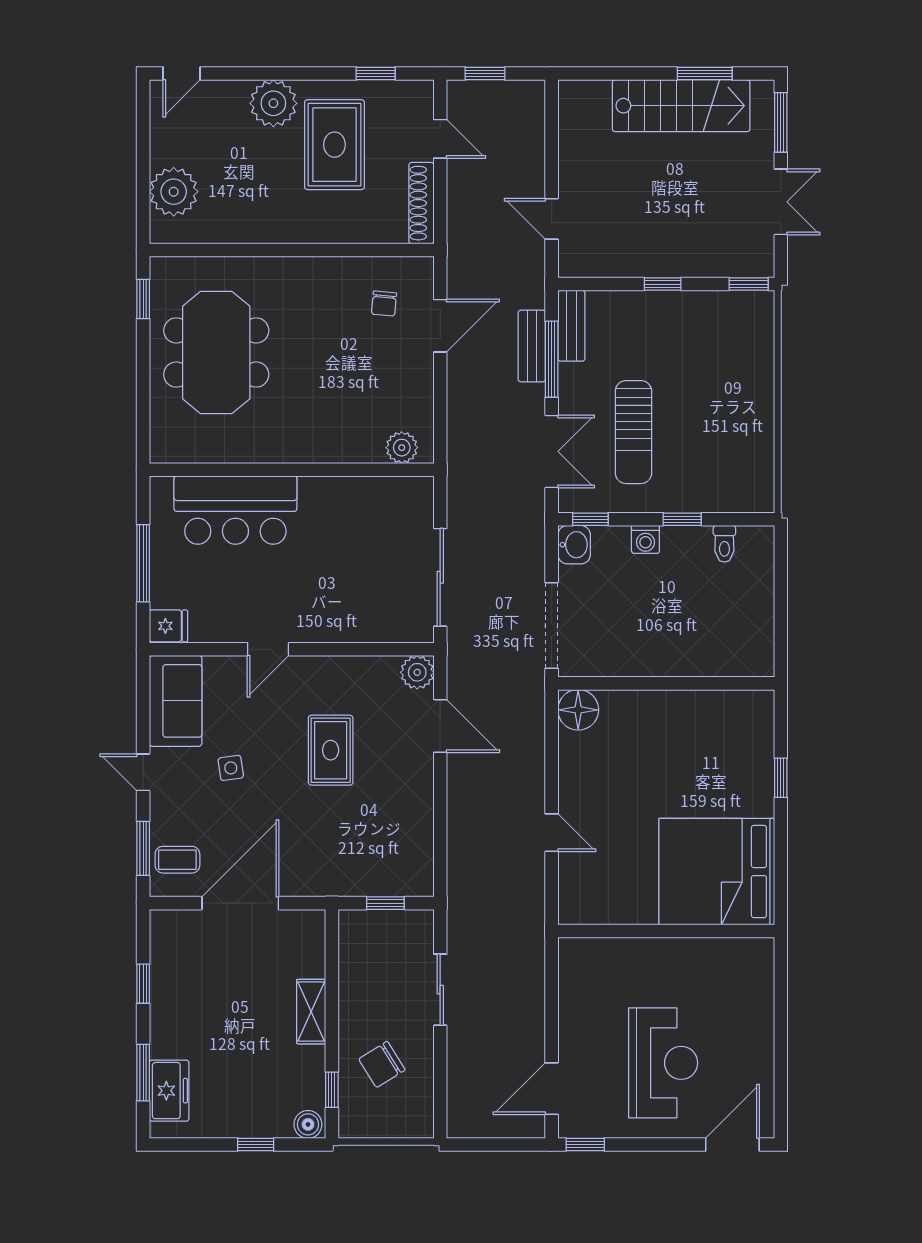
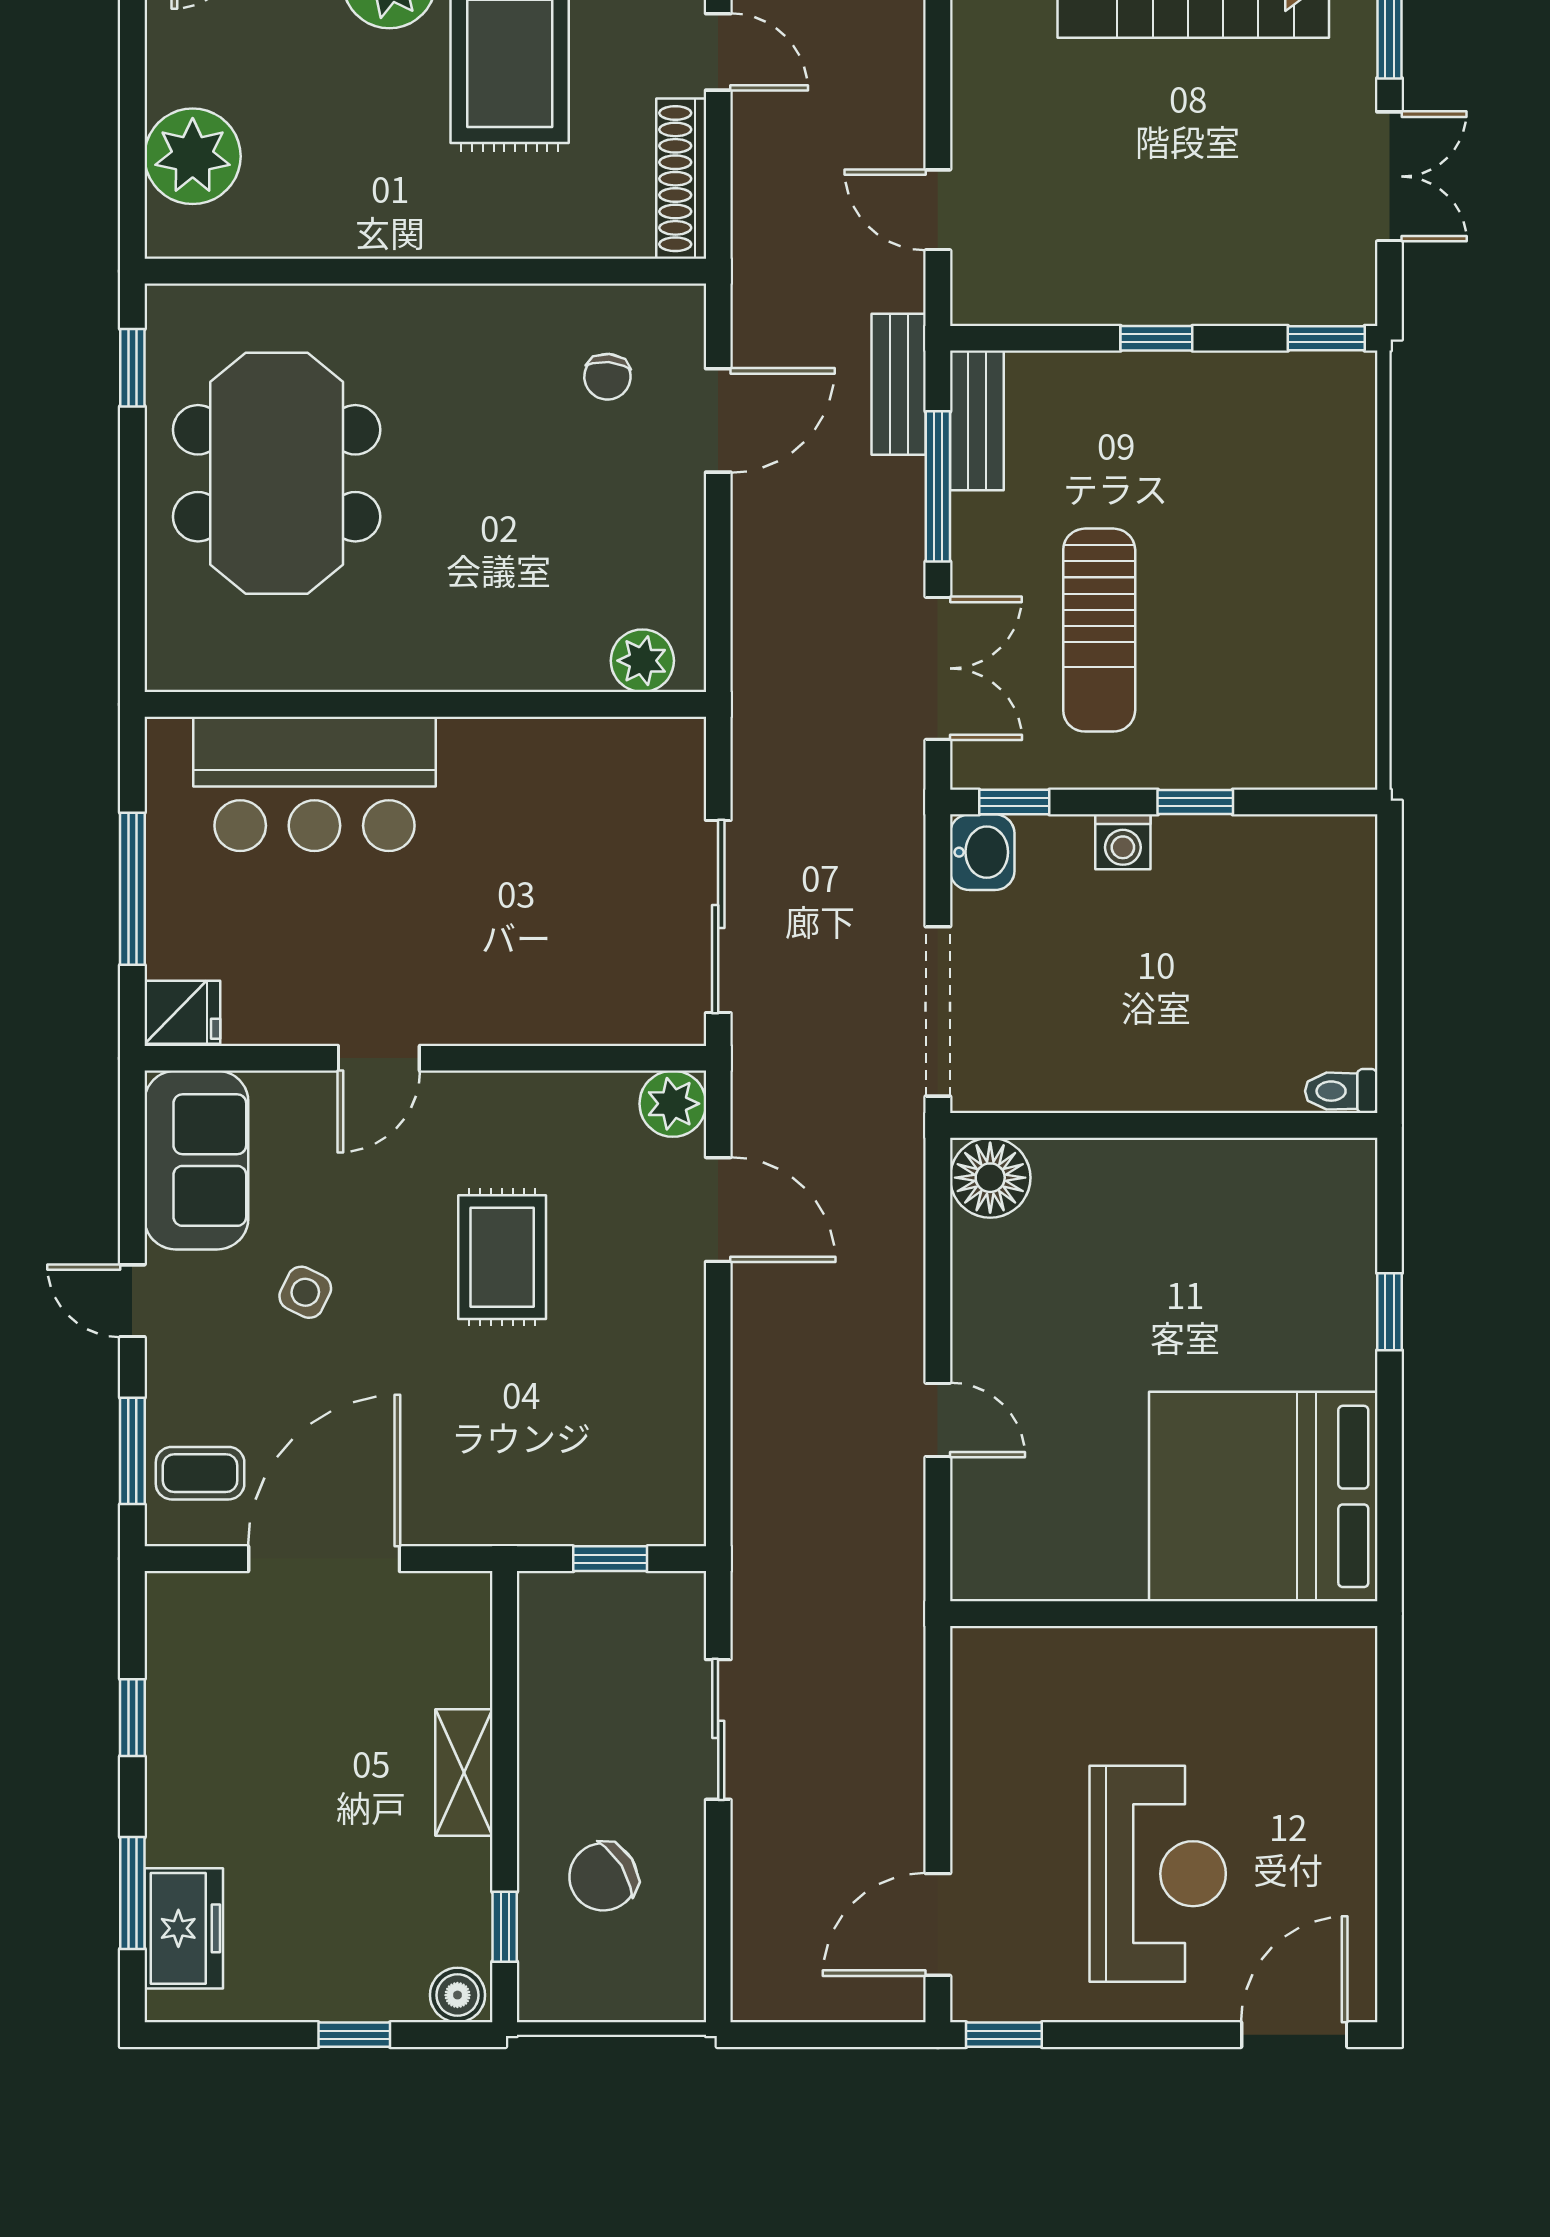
bench: (532, 346) -> (899, 384), moved
toilet: (724, 544) -> (1341, 1091), moved, turned 90
side table: (231, 768) -> (305, 1292), turned 34

